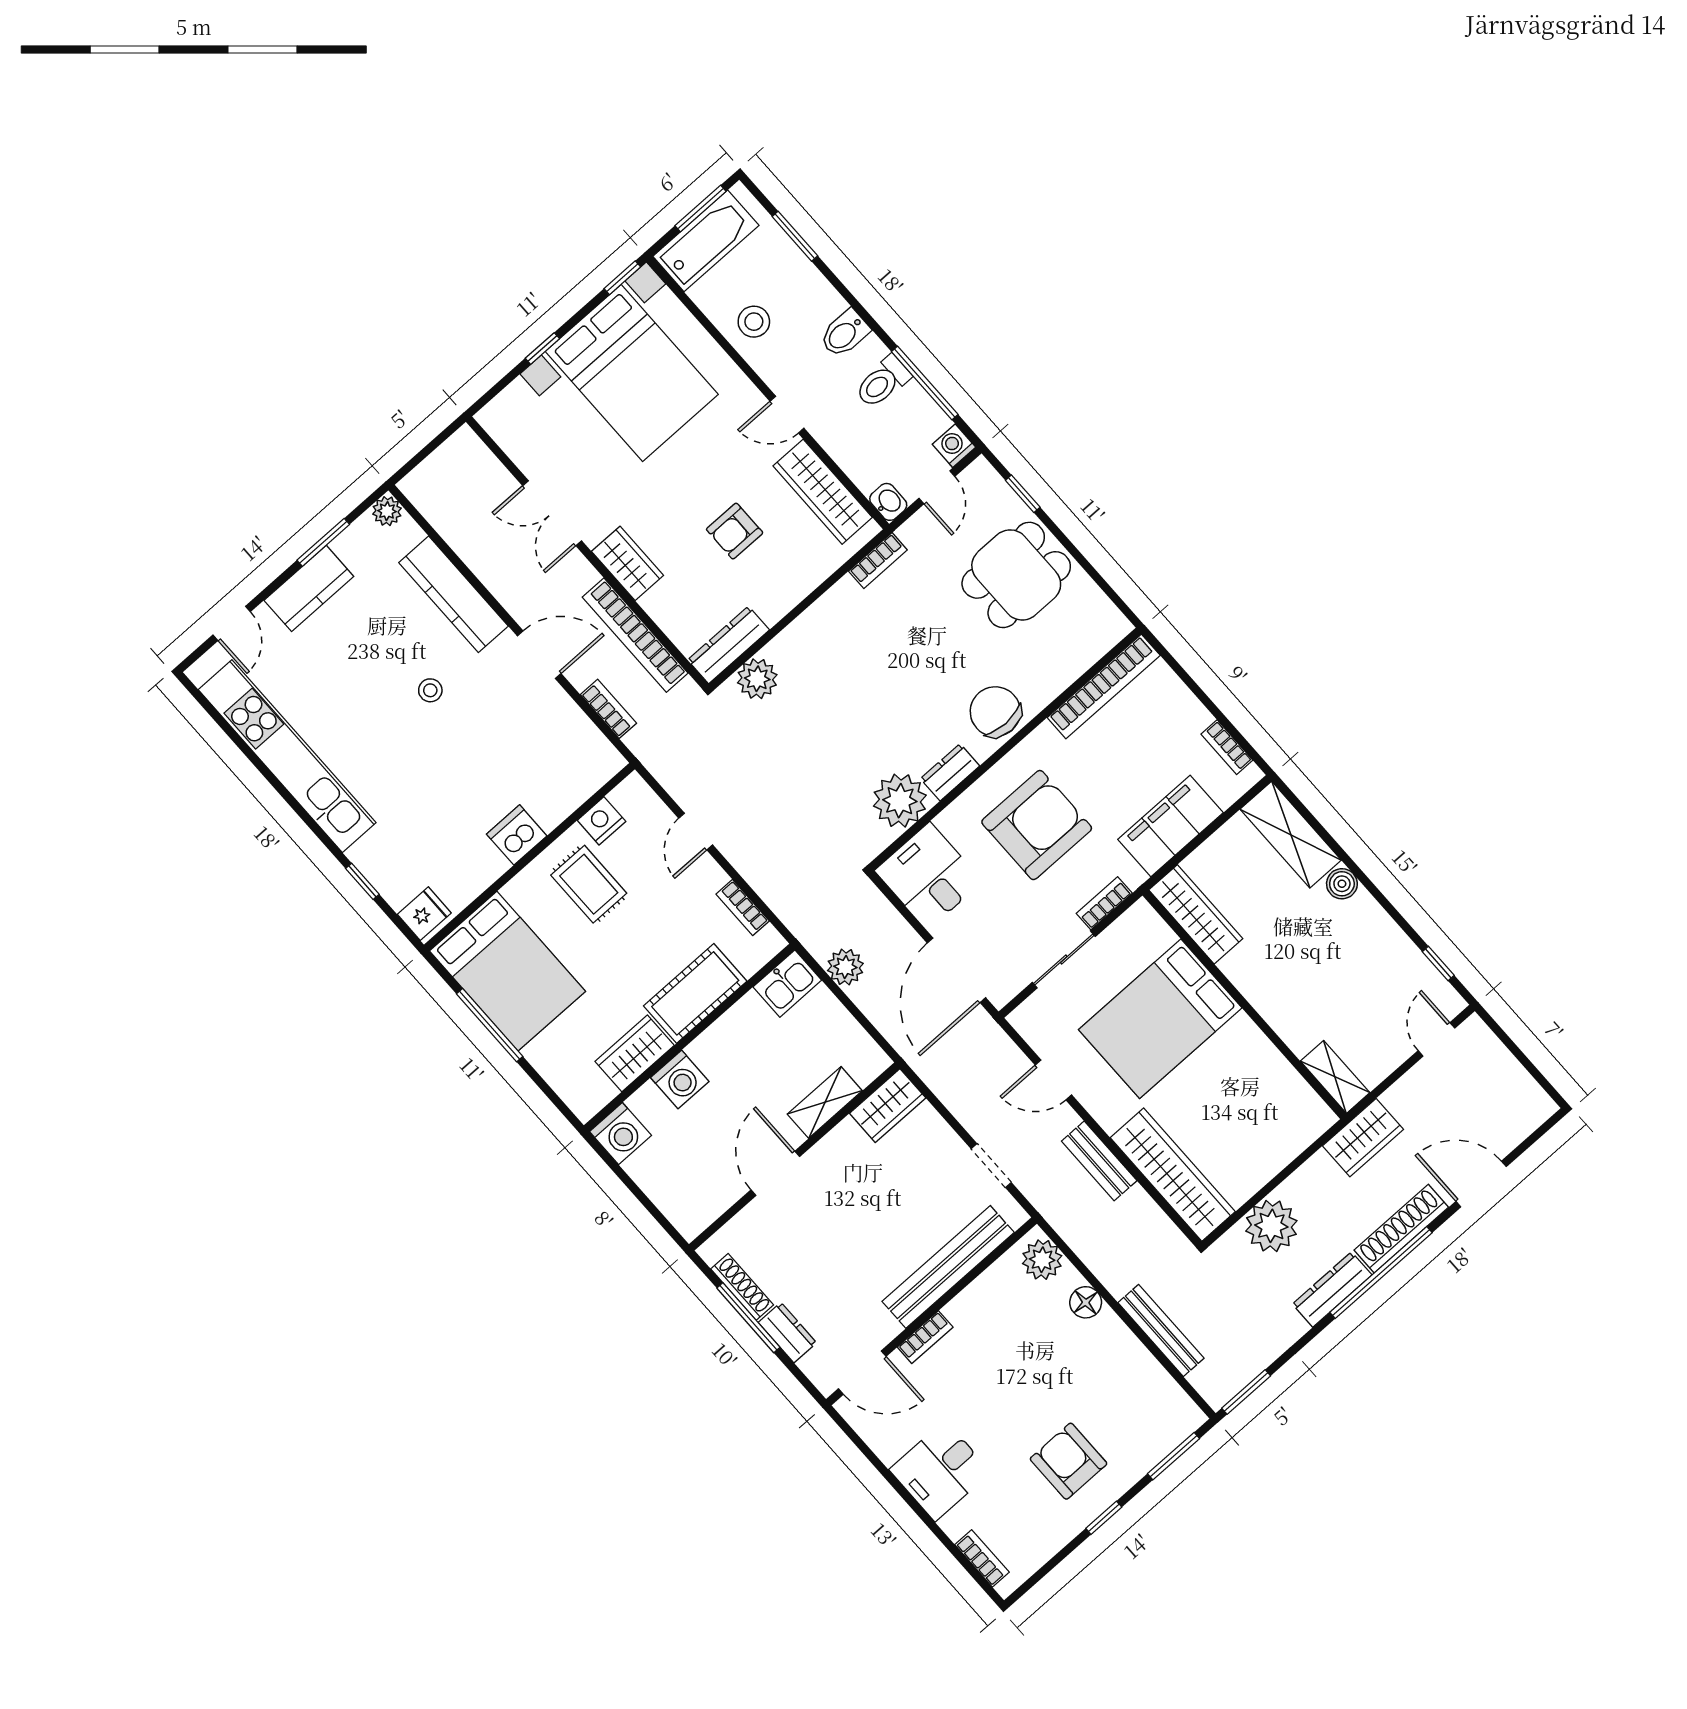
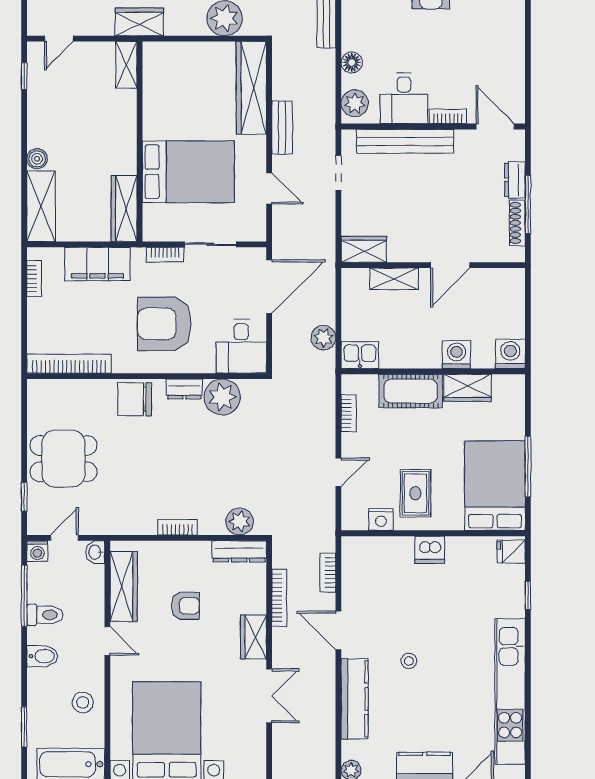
bookcase: (878, 561) -> (178, 527), moved
bookcase: (635, 635) -> (279, 598), width x0.68, depth x0.76
chair: (995, 712) -> (135, 399), turned 90
desk: (940, 1471) -> (404, 98), moved, turned 90

